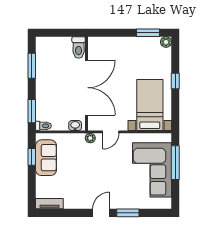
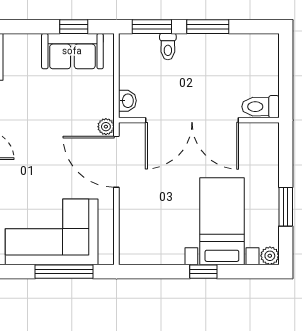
window: (148, 33) -> (286, 207), moved
window: (32, 66) -> (208, 27), moved
bed with nightstands: (150, 105) -> (222, 221), moved, turned -90
toilet: (43, 126) -> (168, 47), moved
door: (111, 132) -> (116, 162), width x1.87

